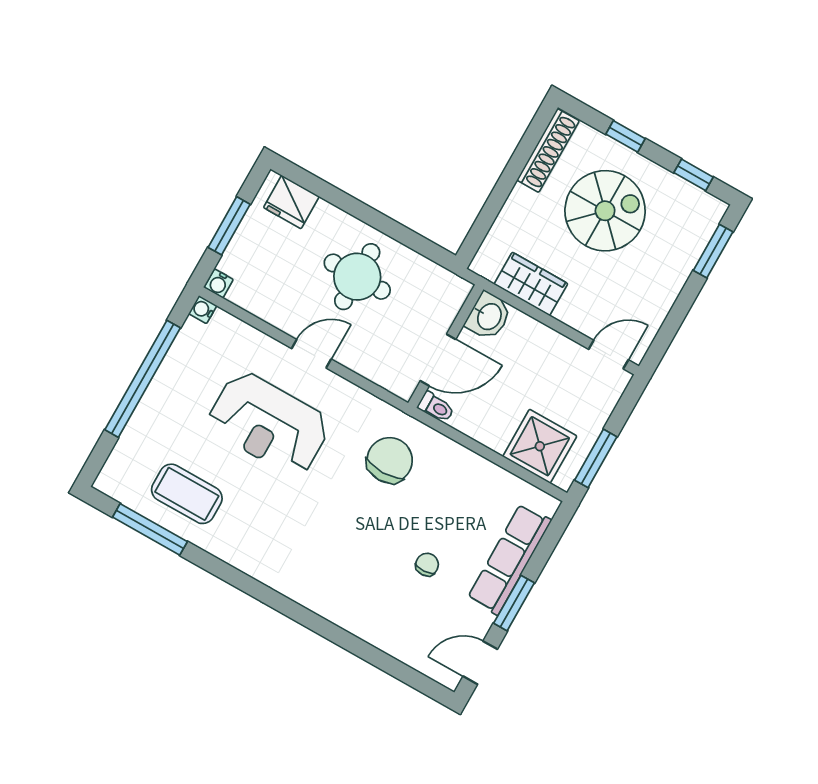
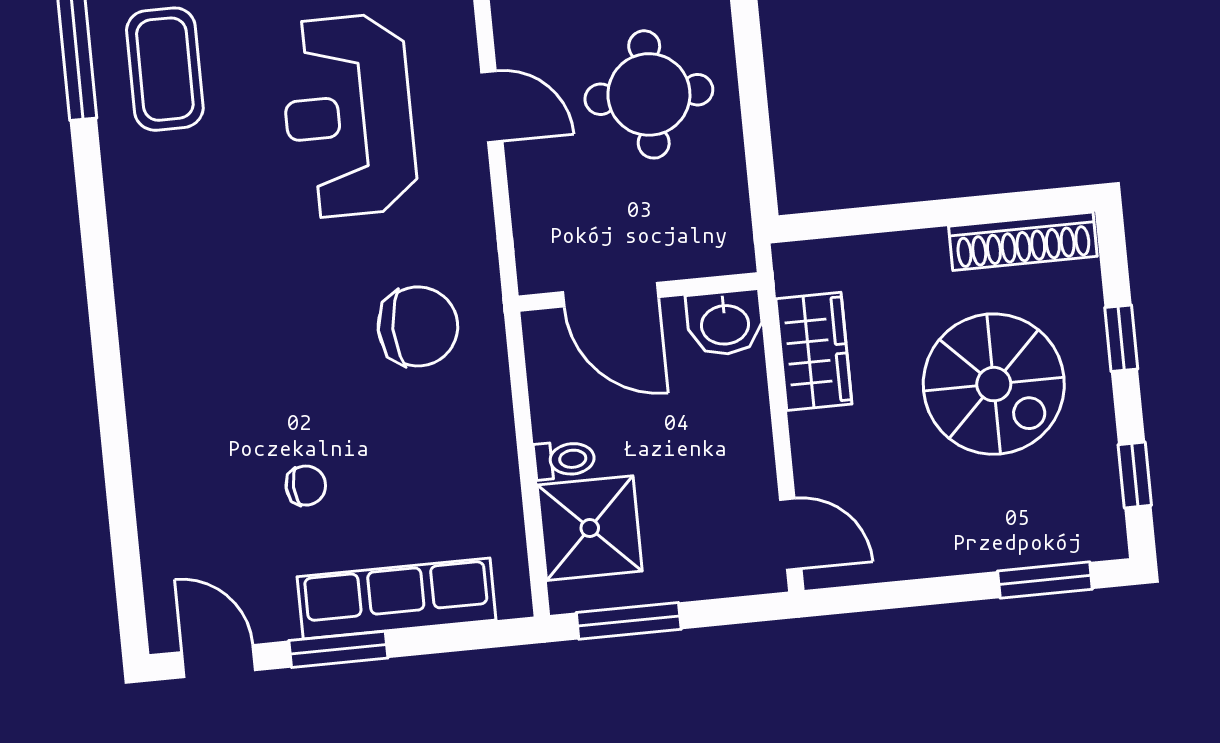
toilet: (436, 407) -> (564, 460), moved, turned -90

